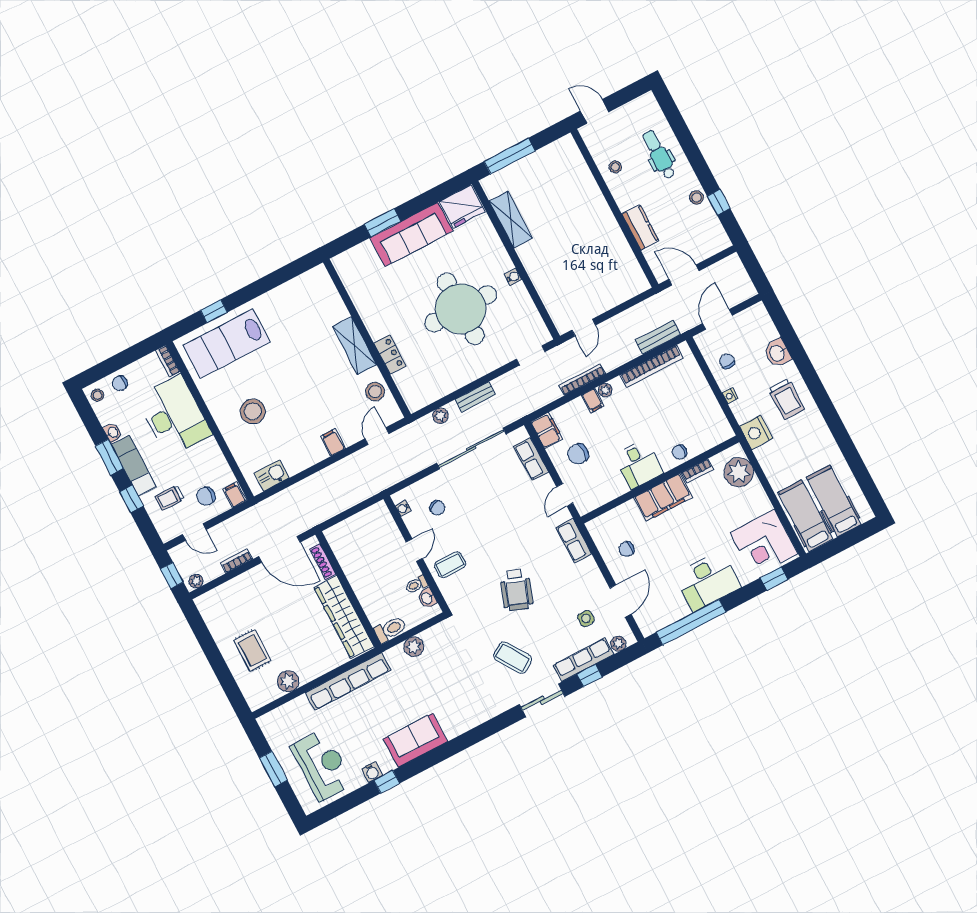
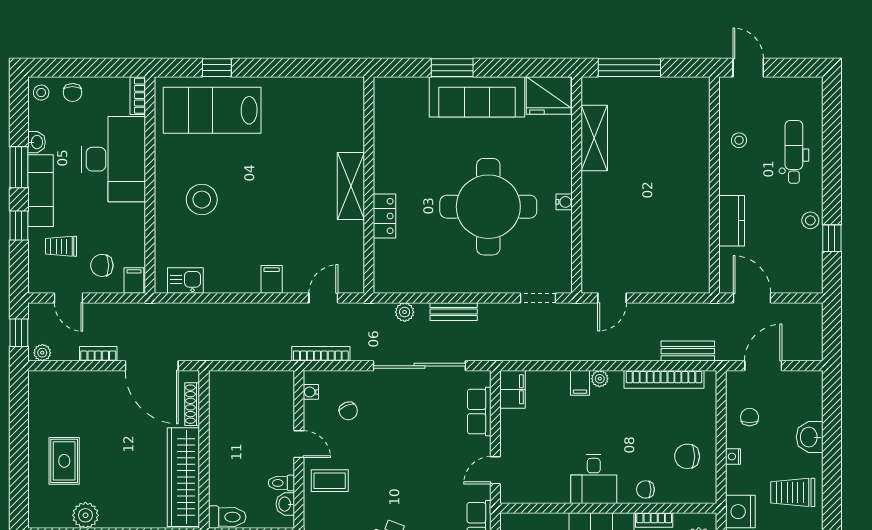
bookcase: (582, 379) -> (321, 354), moved
chair: (120, 383) -> (72, 92), turned -90
stool: (375, 392) -> (347, 248), removed
trolley: (786, 399) -> (793, 492), turned 90
chair: (578, 454) -> (687, 456), moved
door: (414, 550) -> (299, 444), hinge flipped

